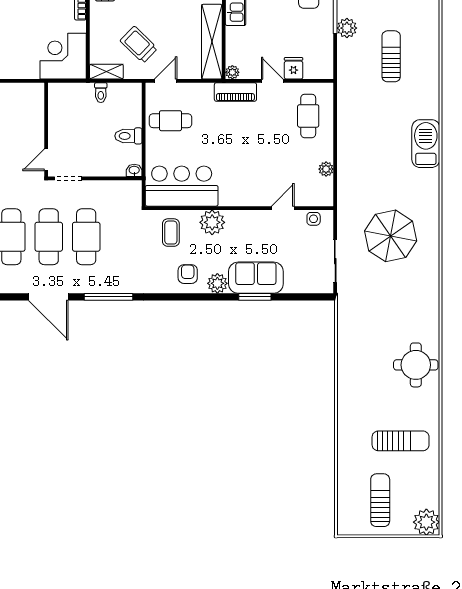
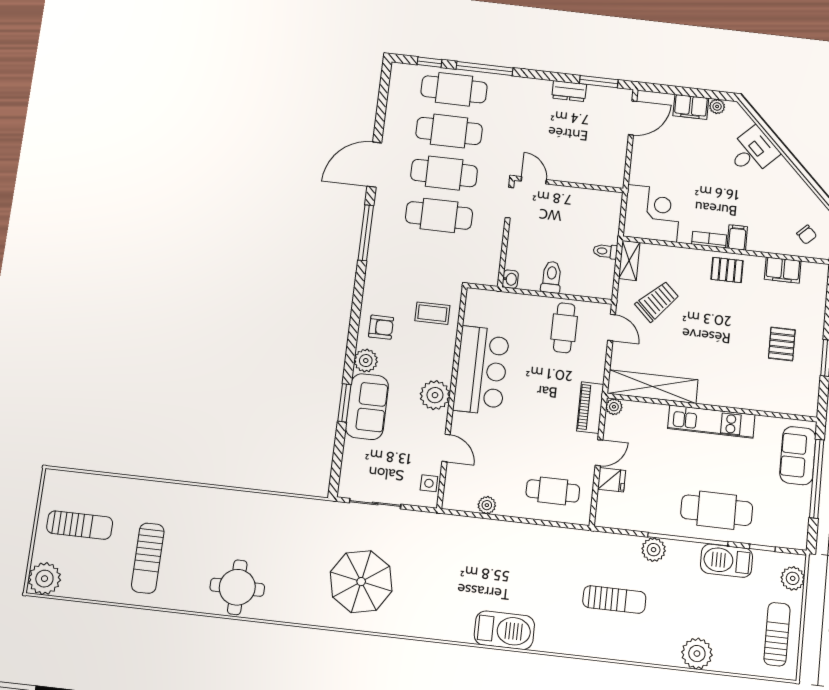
bar counter: (182, 186) -> (481, 370), moved
plant: (212, 222) -> (435, 395), moved
parasol: (391, 236) -> (361, 582), moved

